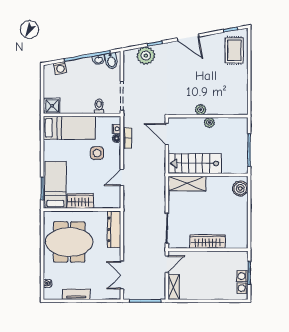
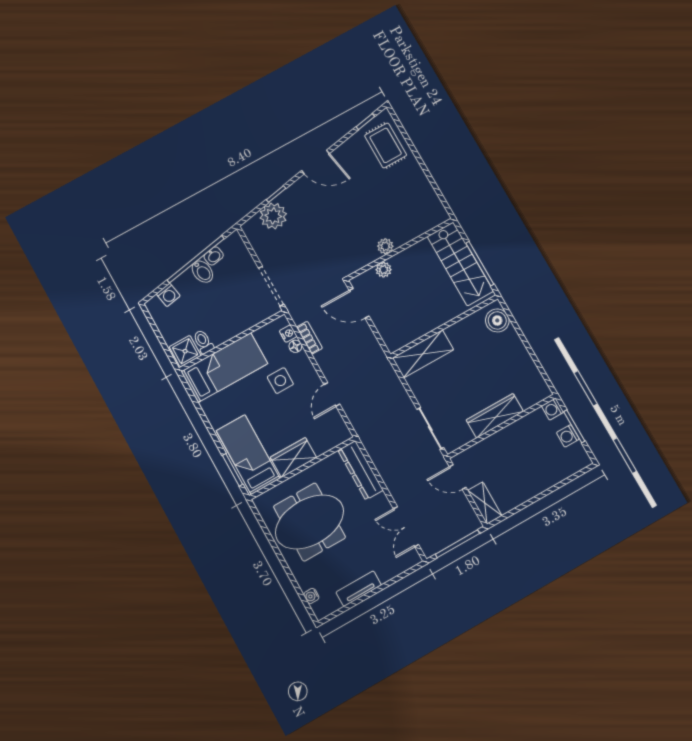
bidet: (111, 61) -> (202, 272), moved
toilet: (99, 106) -> (203, 342), moved
plant: (209, 123) -> (384, 270), moved
stairs: (195, 163) -> (460, 264), moved, turned -90
door: (167, 264) -> (458, 477), swing flipped
washing machine: (242, 288) -> (553, 409), moved

